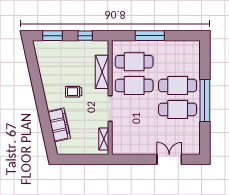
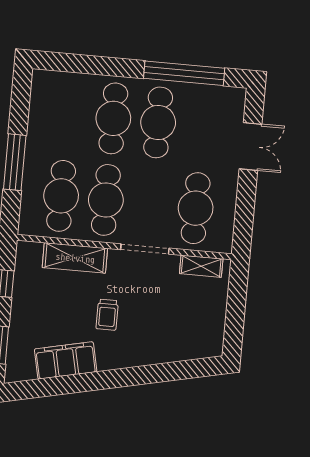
window: (205, 100) -> (184, 73), moved
filing cabinet: (59, 125) -> (66, 360), moved
cafe table: (134, 133) -> (196, 208), added
double door: (169, 159) -> (251, 147), swing flipped

